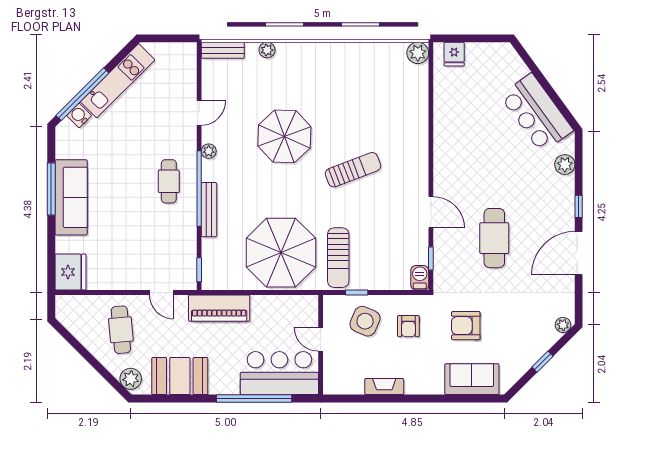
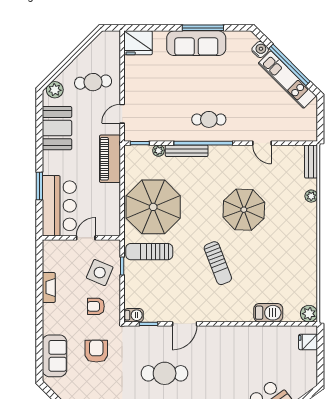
window: (82, 94) -> (289, 65), moved
barbecue: (417, 105) -> (268, 313), added
plant: (209, 151) -> (159, 151), moved
window: (254, 399) -> (39, 186), width x0.47

